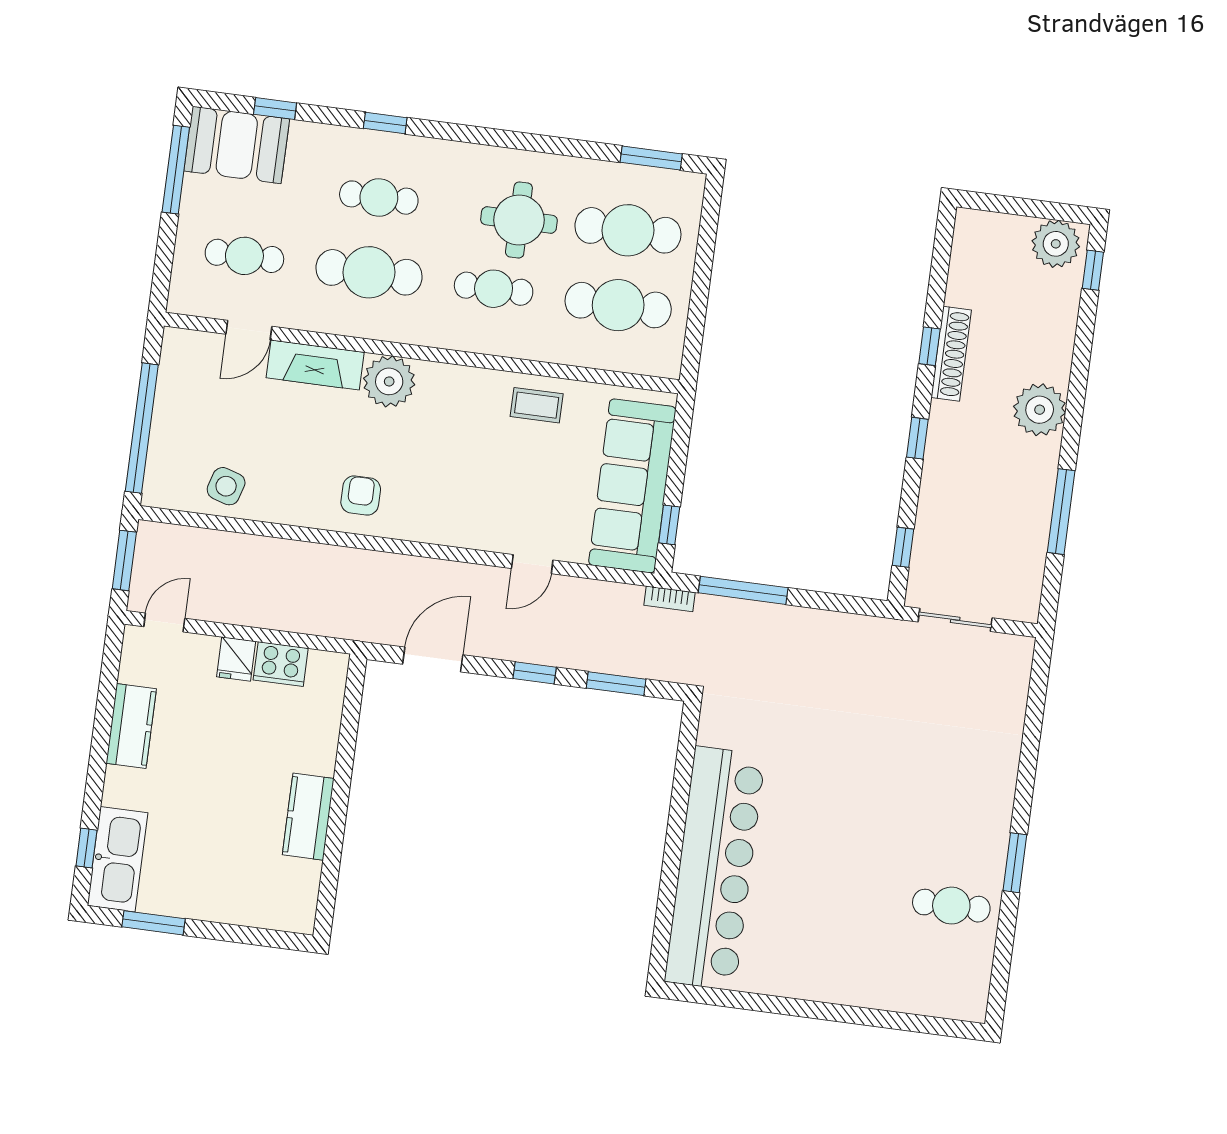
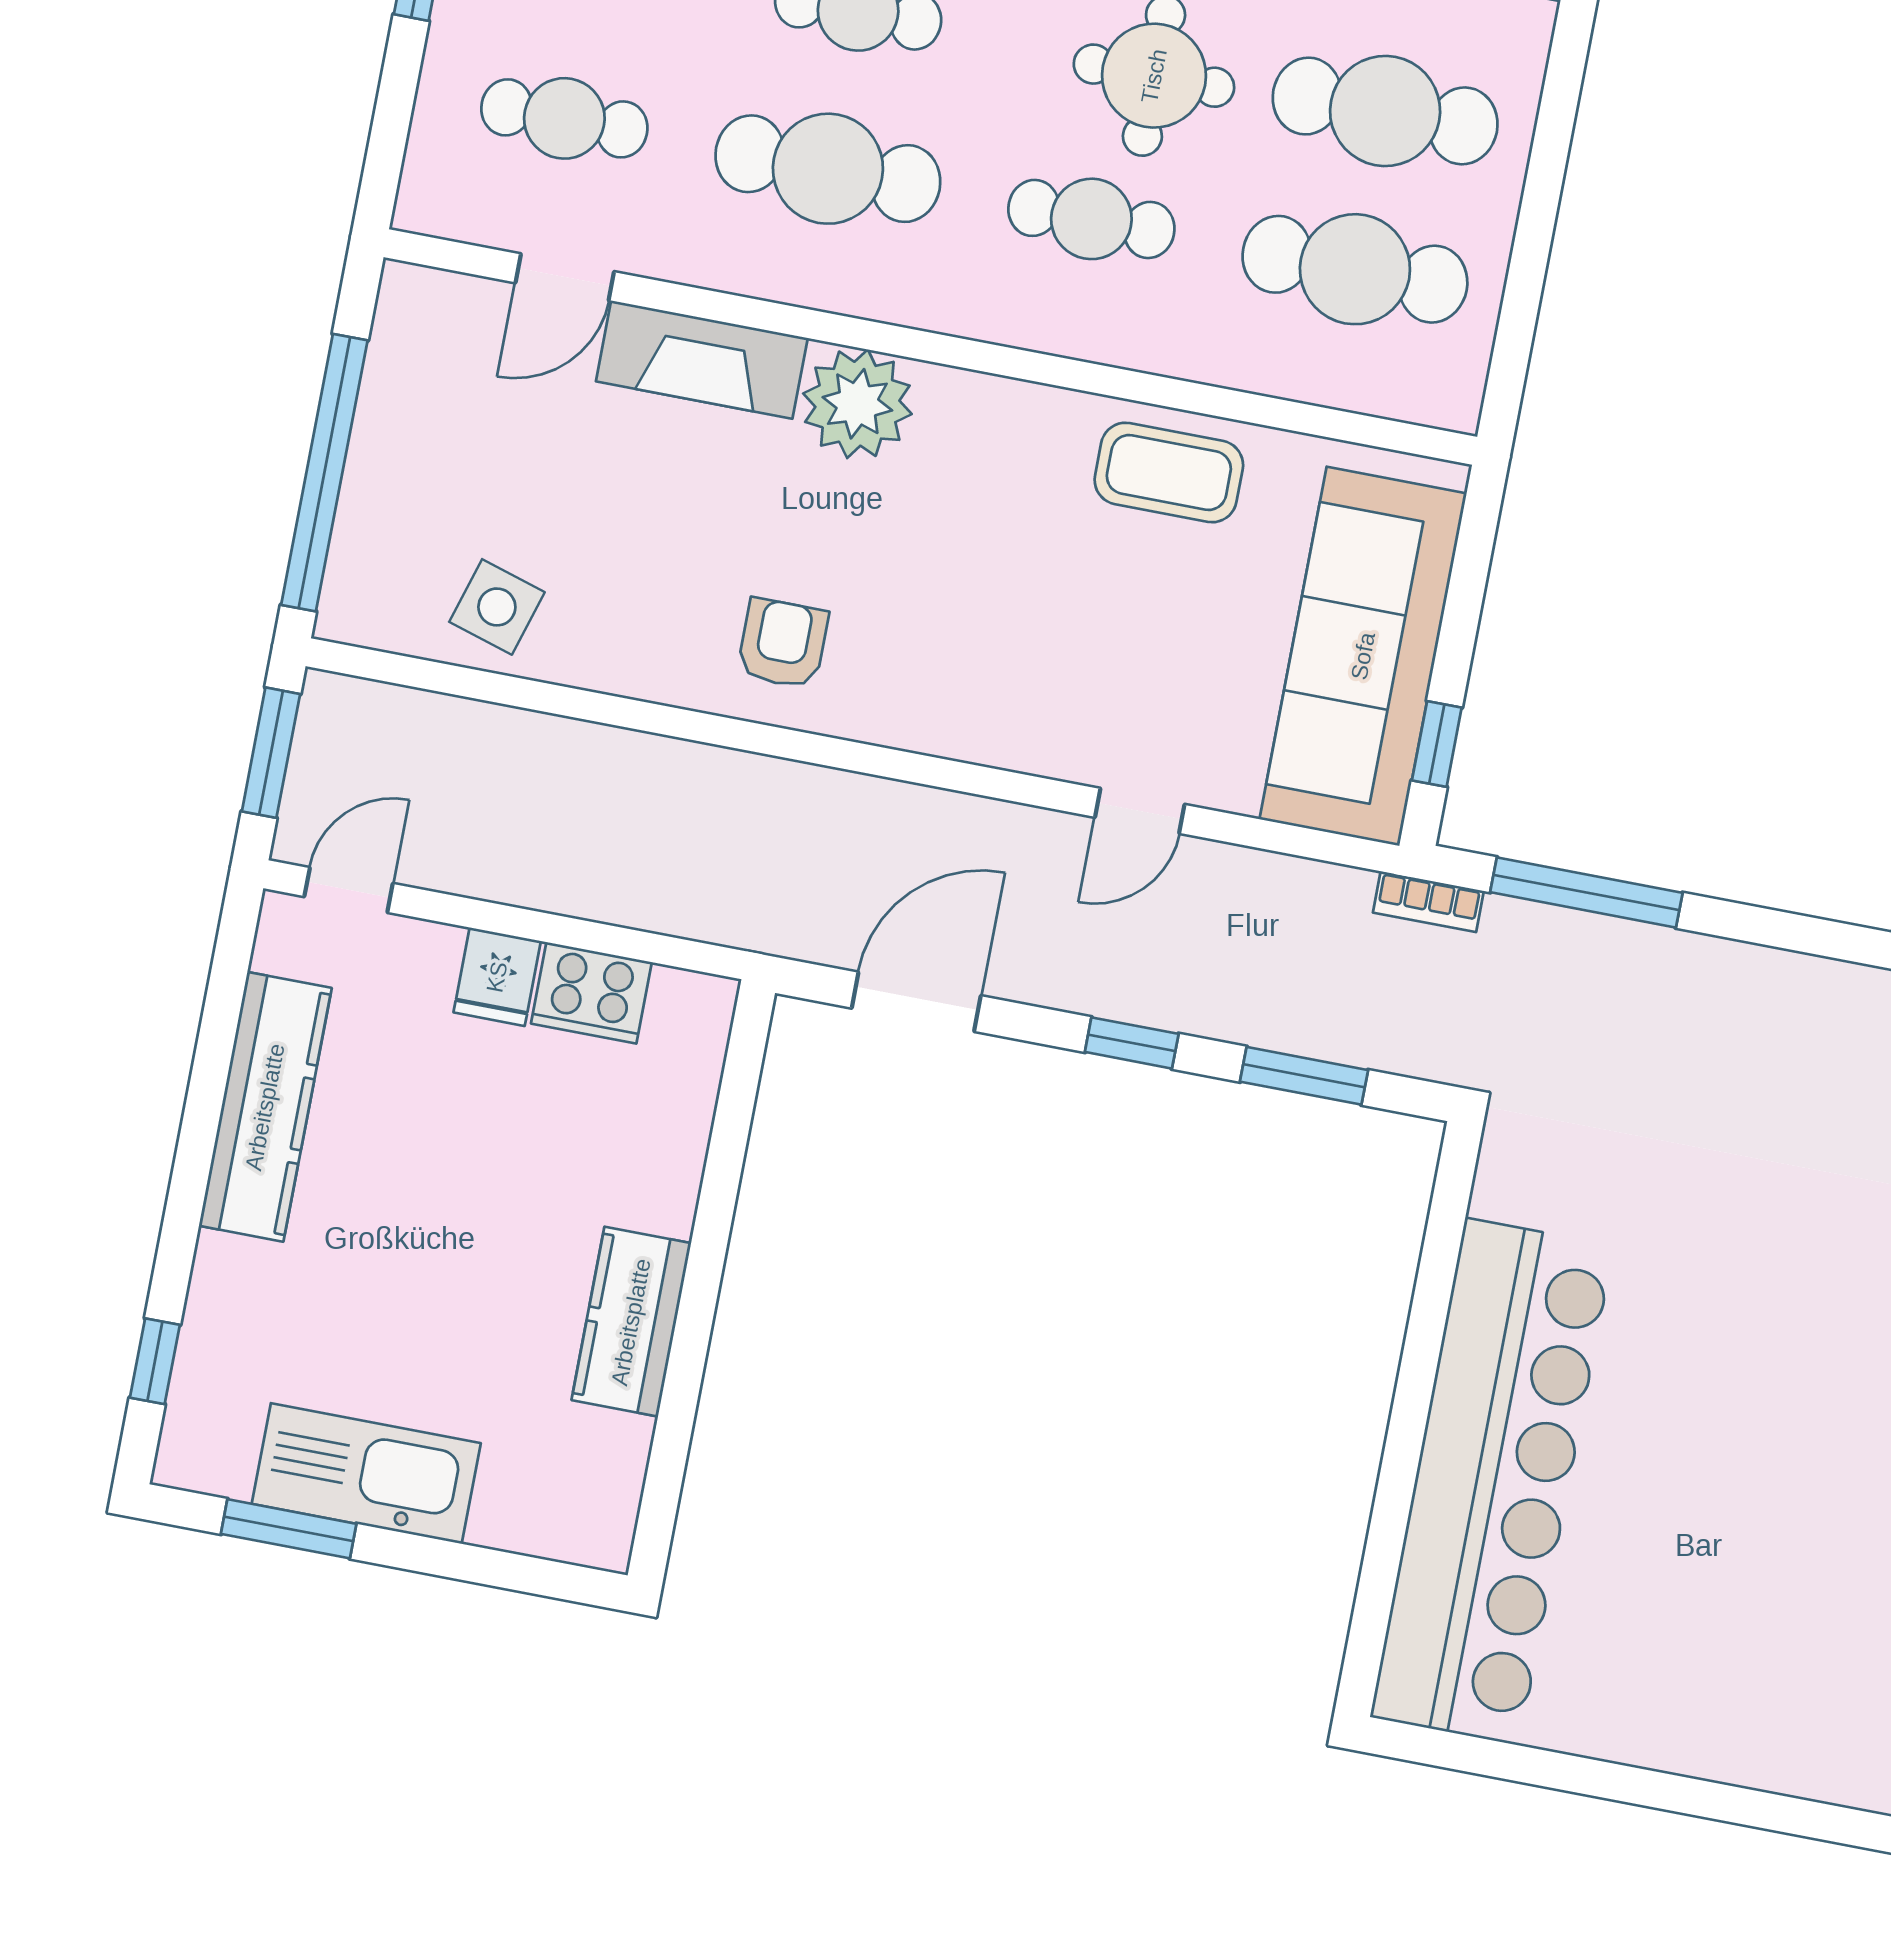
coffee table: (537, 405) -> (1169, 472), width x1.36, depth x1.30
kitchen counter: (131, 726) -> (265, 1107), width x1.50
kitchen sink: (118, 859) -> (366, 1473), moved, turned -90

